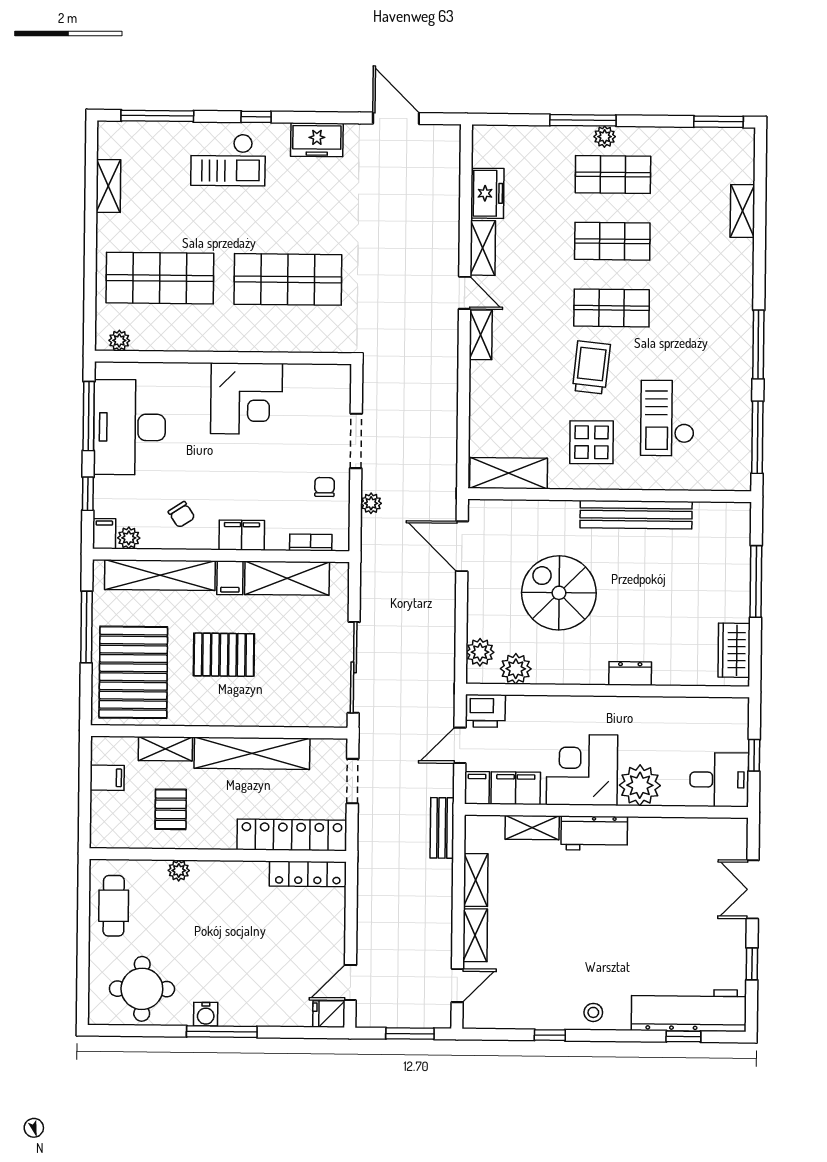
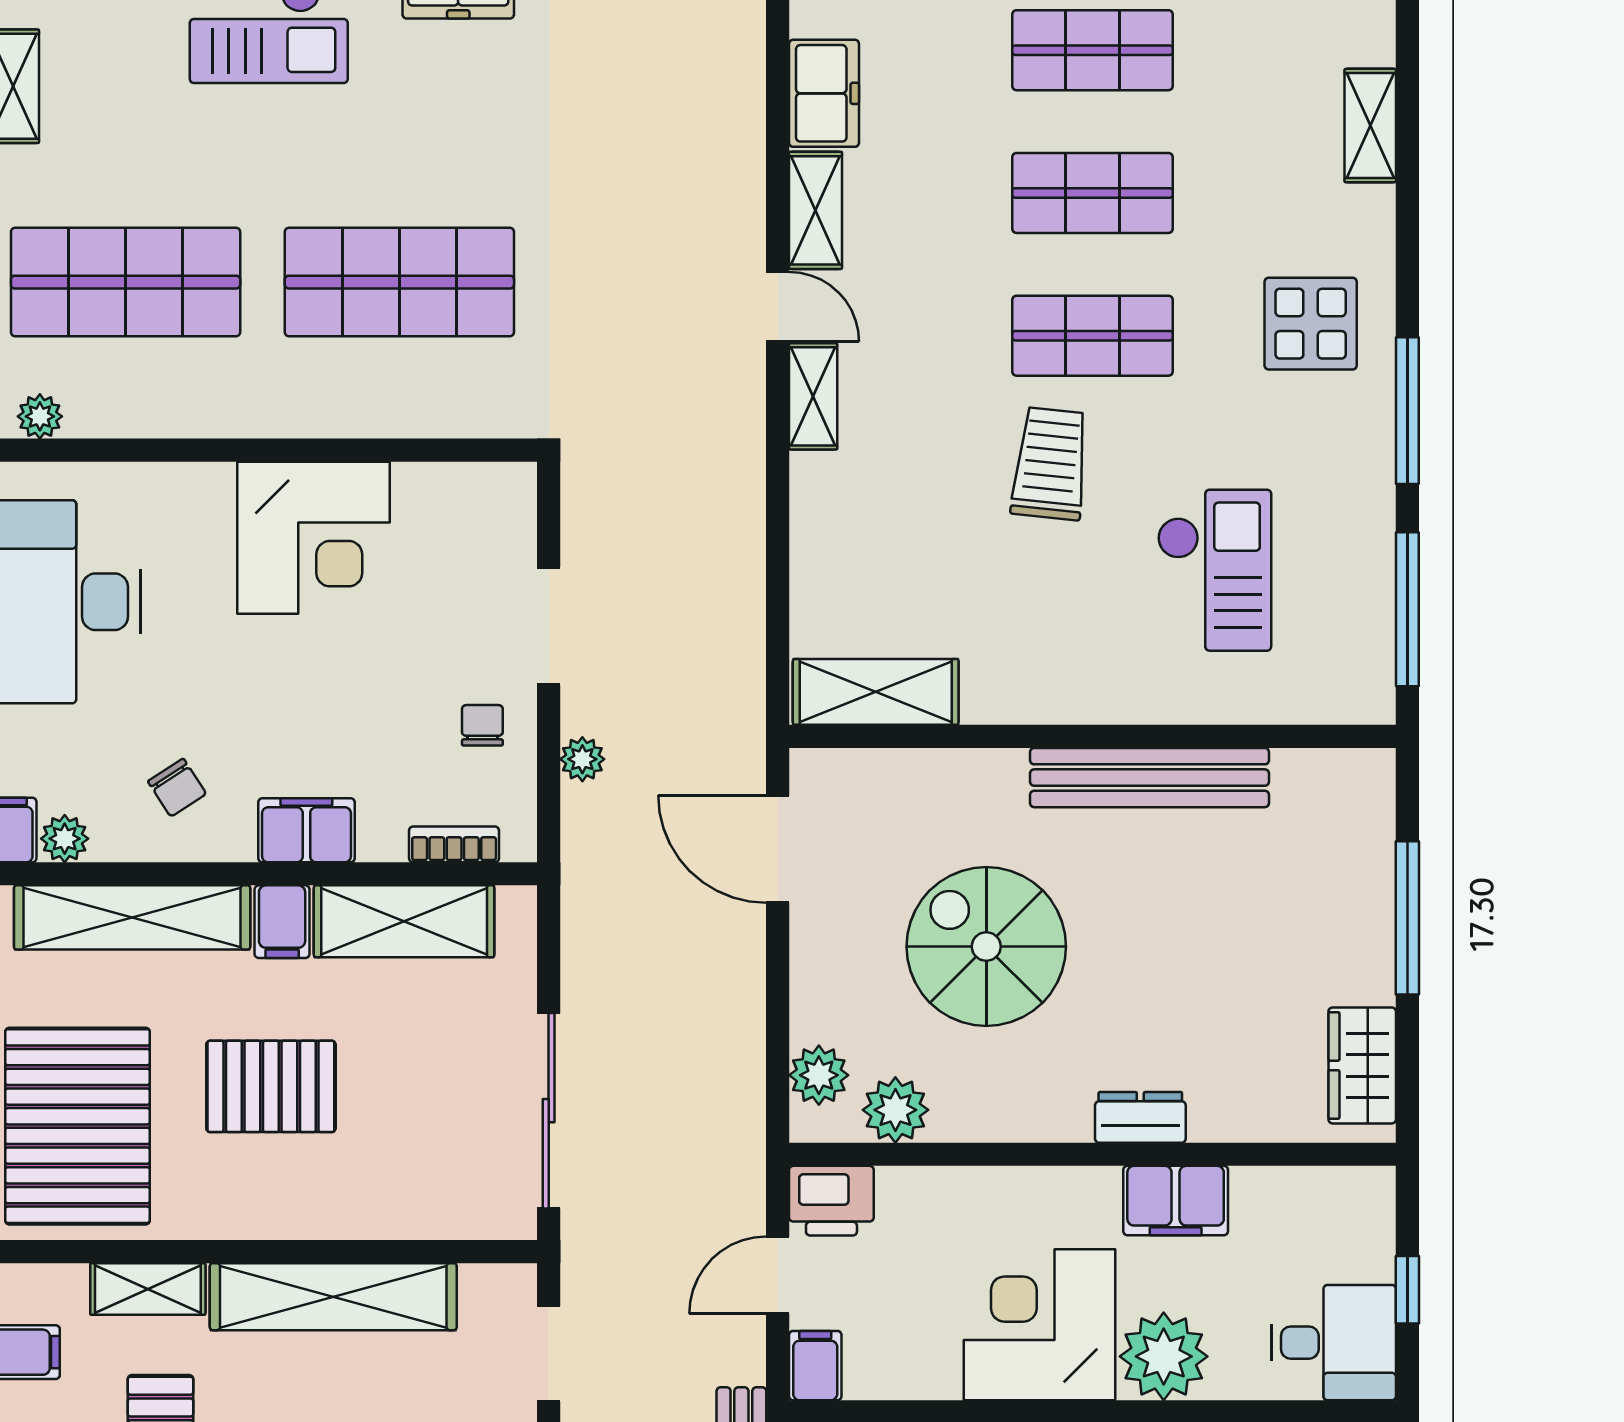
checkout: (667, 418) -> (1214, 570), turned 180
display table: (592, 442) -> (1311, 324), moved
filing cabinet: (516, 788) -> (1176, 1201), moved, turned 180

